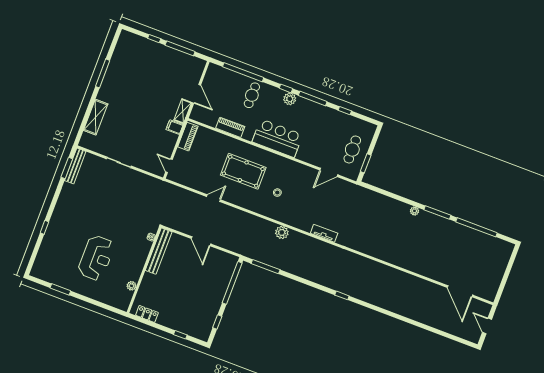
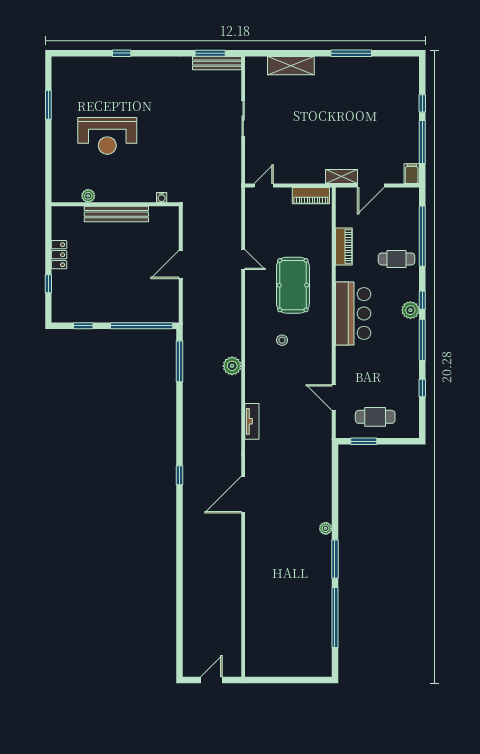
filing cabinet: (175, 127) -> (412, 174), moved
bench: (159, 251) -> (116, 214), moved
door: (460, 291) -> (243, 495), moved
locker: (147, 314) -> (59, 255), moved

